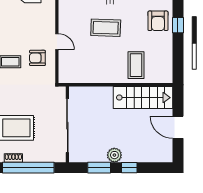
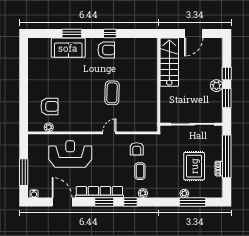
door: (57, 42) -> (109, 133), moved
coffee table: (136, 65) -> (143, 68), removed

